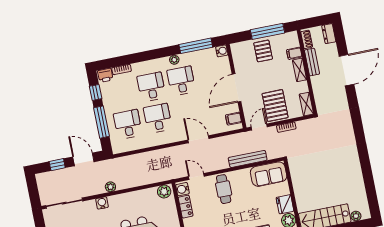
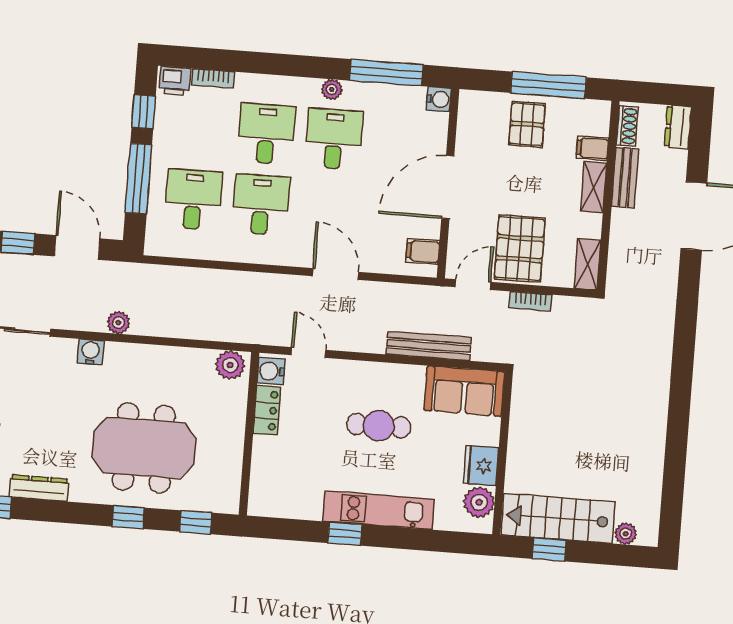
cafe table: (224, 189) -> (379, 426), moved, turned 90

